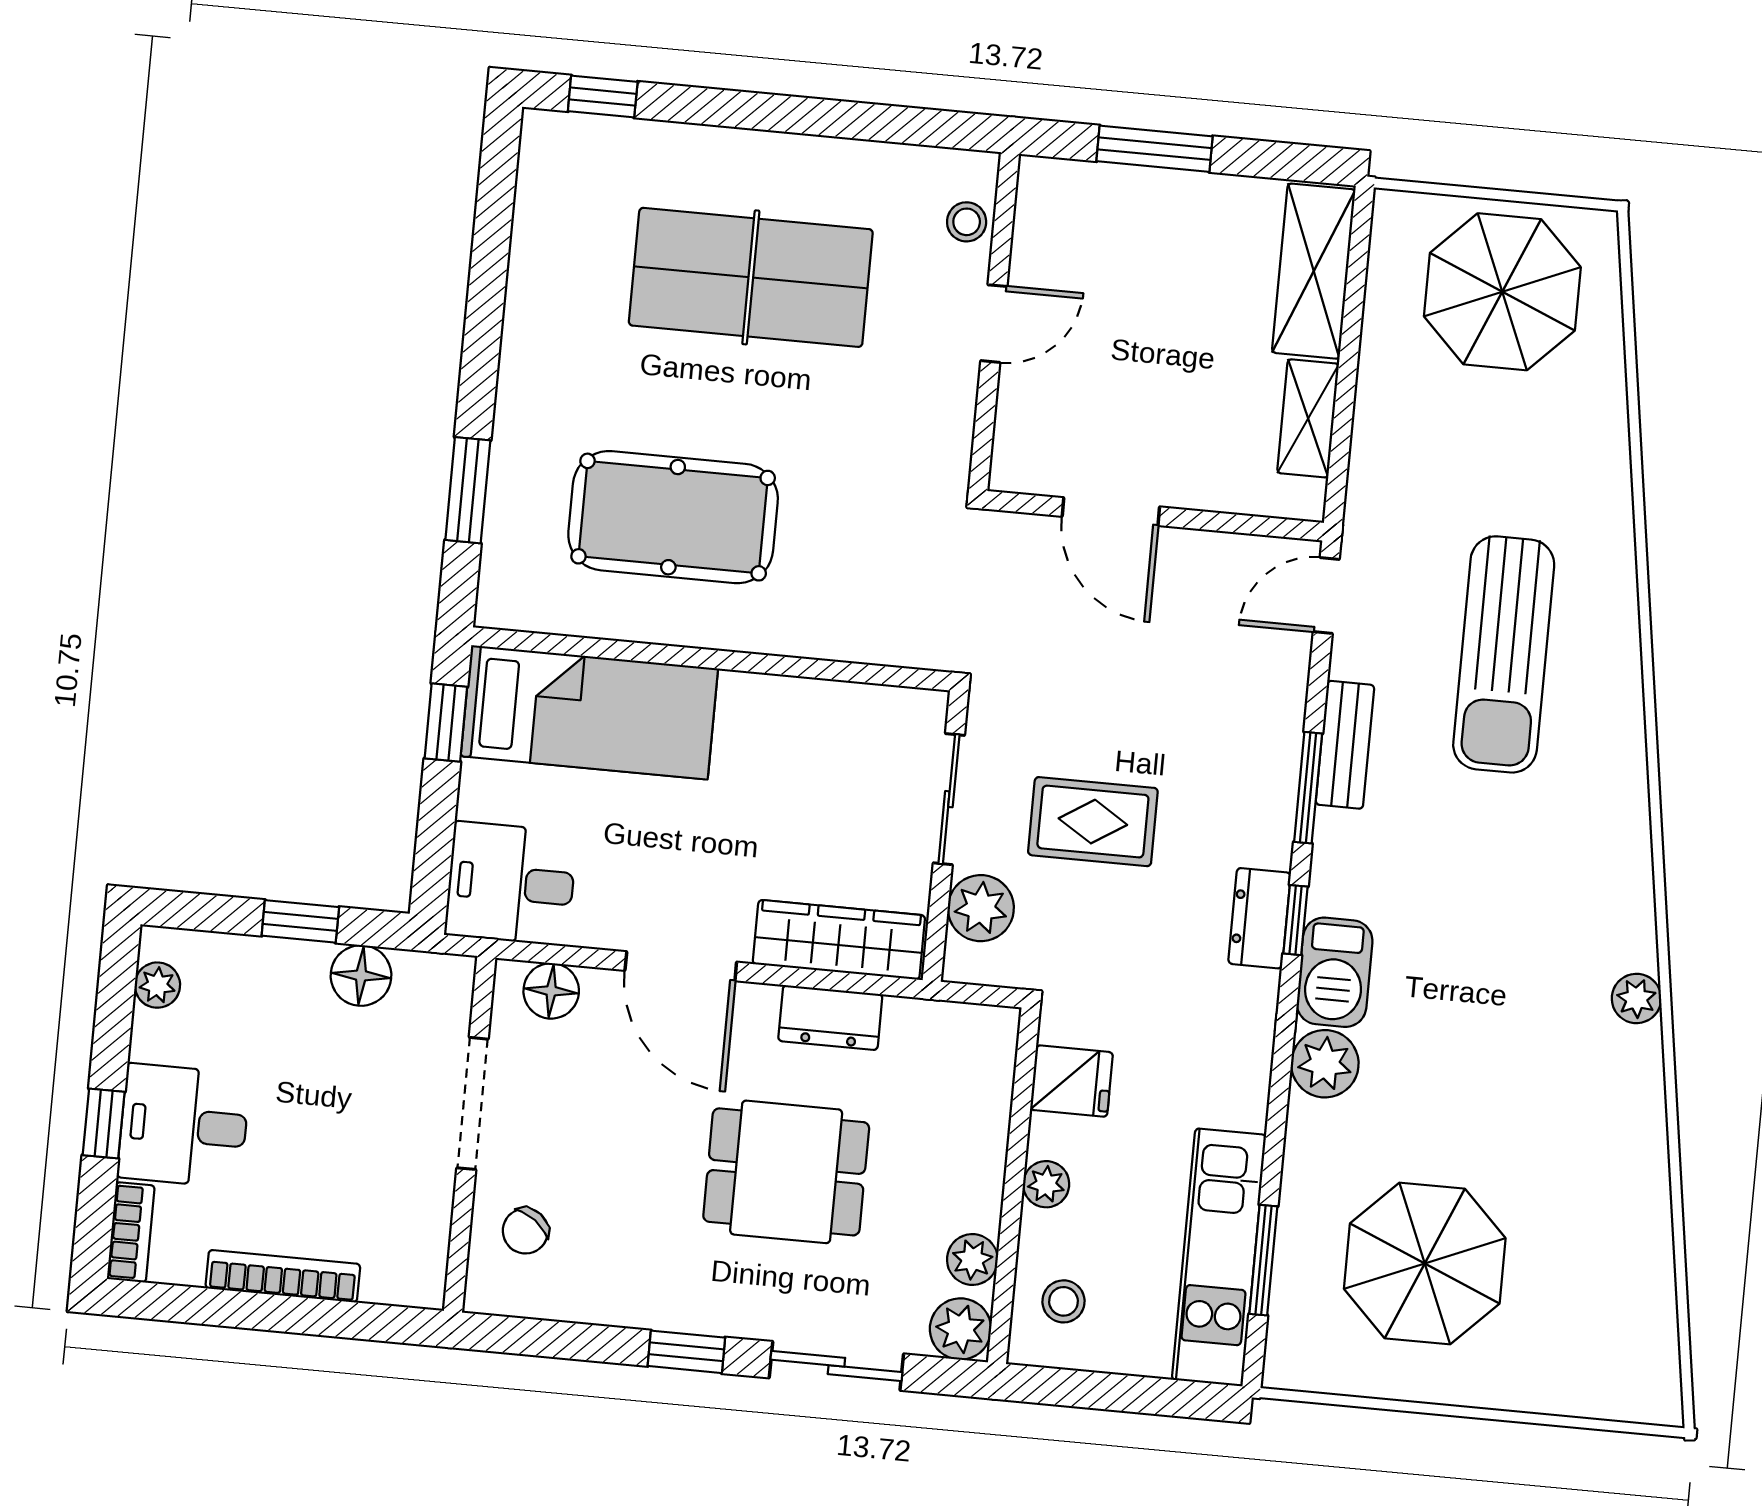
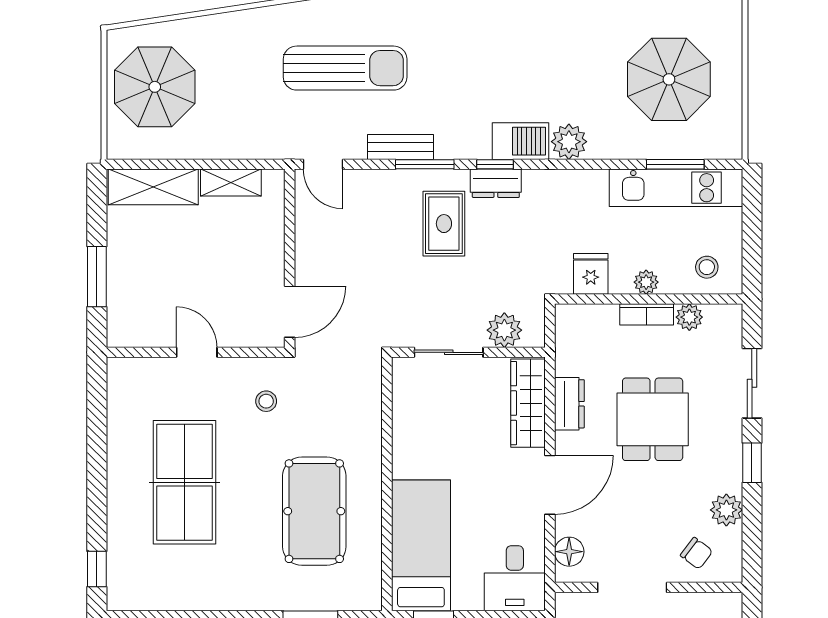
stool: (967, 222) -> (266, 401), moved
door: (1111, 512) -> (290, 312), moved
rug: (1093, 822) -> (444, 224), moved
bookcase: (985, 1179) -> (647, 314), added
plant: (961, 1329) -> (726, 510), moved

